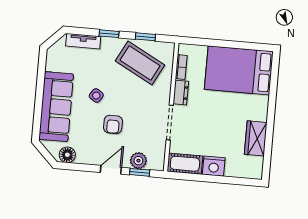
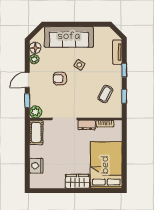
coffee table: (140, 63) -> (105, 94), width x0.54, depth x0.58
wardrobe: (256, 138) -> (77, 181), moved
plant: (83, 158) -> (34, 59), added
plant: (138, 161) -> (35, 112), moved
nightstand: (214, 166) -> (36, 166), moved
door: (111, 170) -> (27, 80), swing flipped

